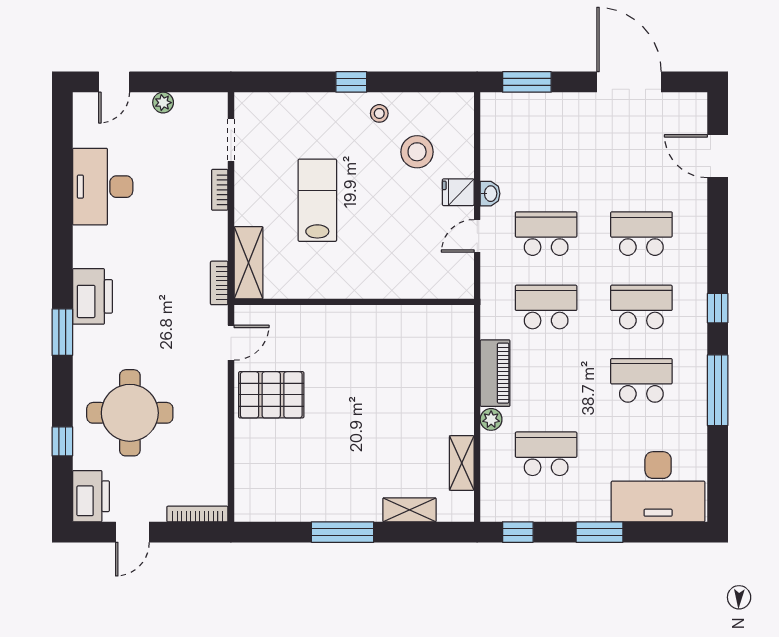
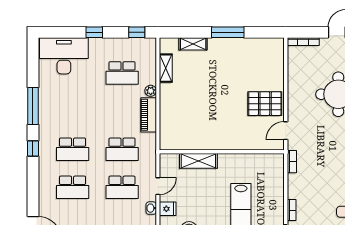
shelving: (248, 263) -> (198, 161), moved, turned 90
school desk: (641, 380) -> (73, 111), removed
window: (600, 532) -> (94, 32), width x0.67

